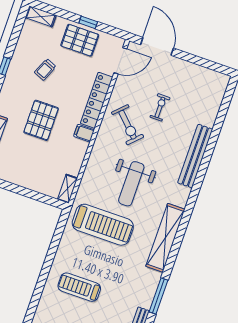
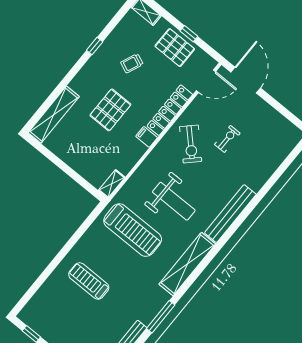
bench: (195, 156) -> (230, 214), moved
weight bench: (131, 184) -> (174, 201), turned -90

